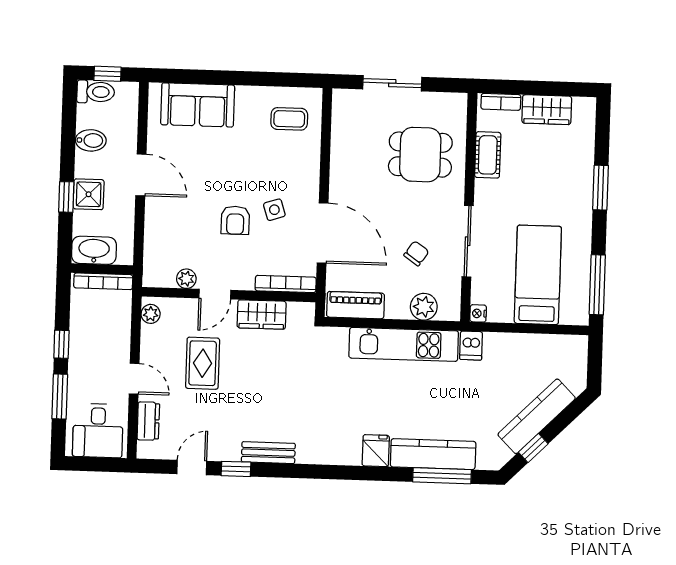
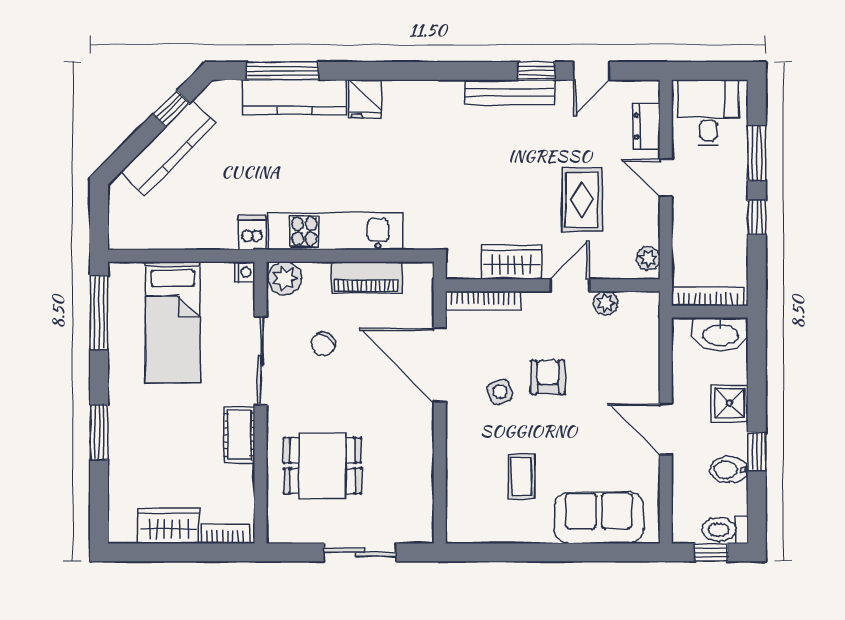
coffee table: (289, 119) -> (522, 476), moved, turned 90
cot: (488, 155) -> (239, 435), moved
window: (66, 197) -> (757, 451), moved
piano: (356, 305) -> (366, 277), moved
plant: (424, 307) -> (285, 278), moved
bench: (268, 453) -> (509, 92), width x1.36

